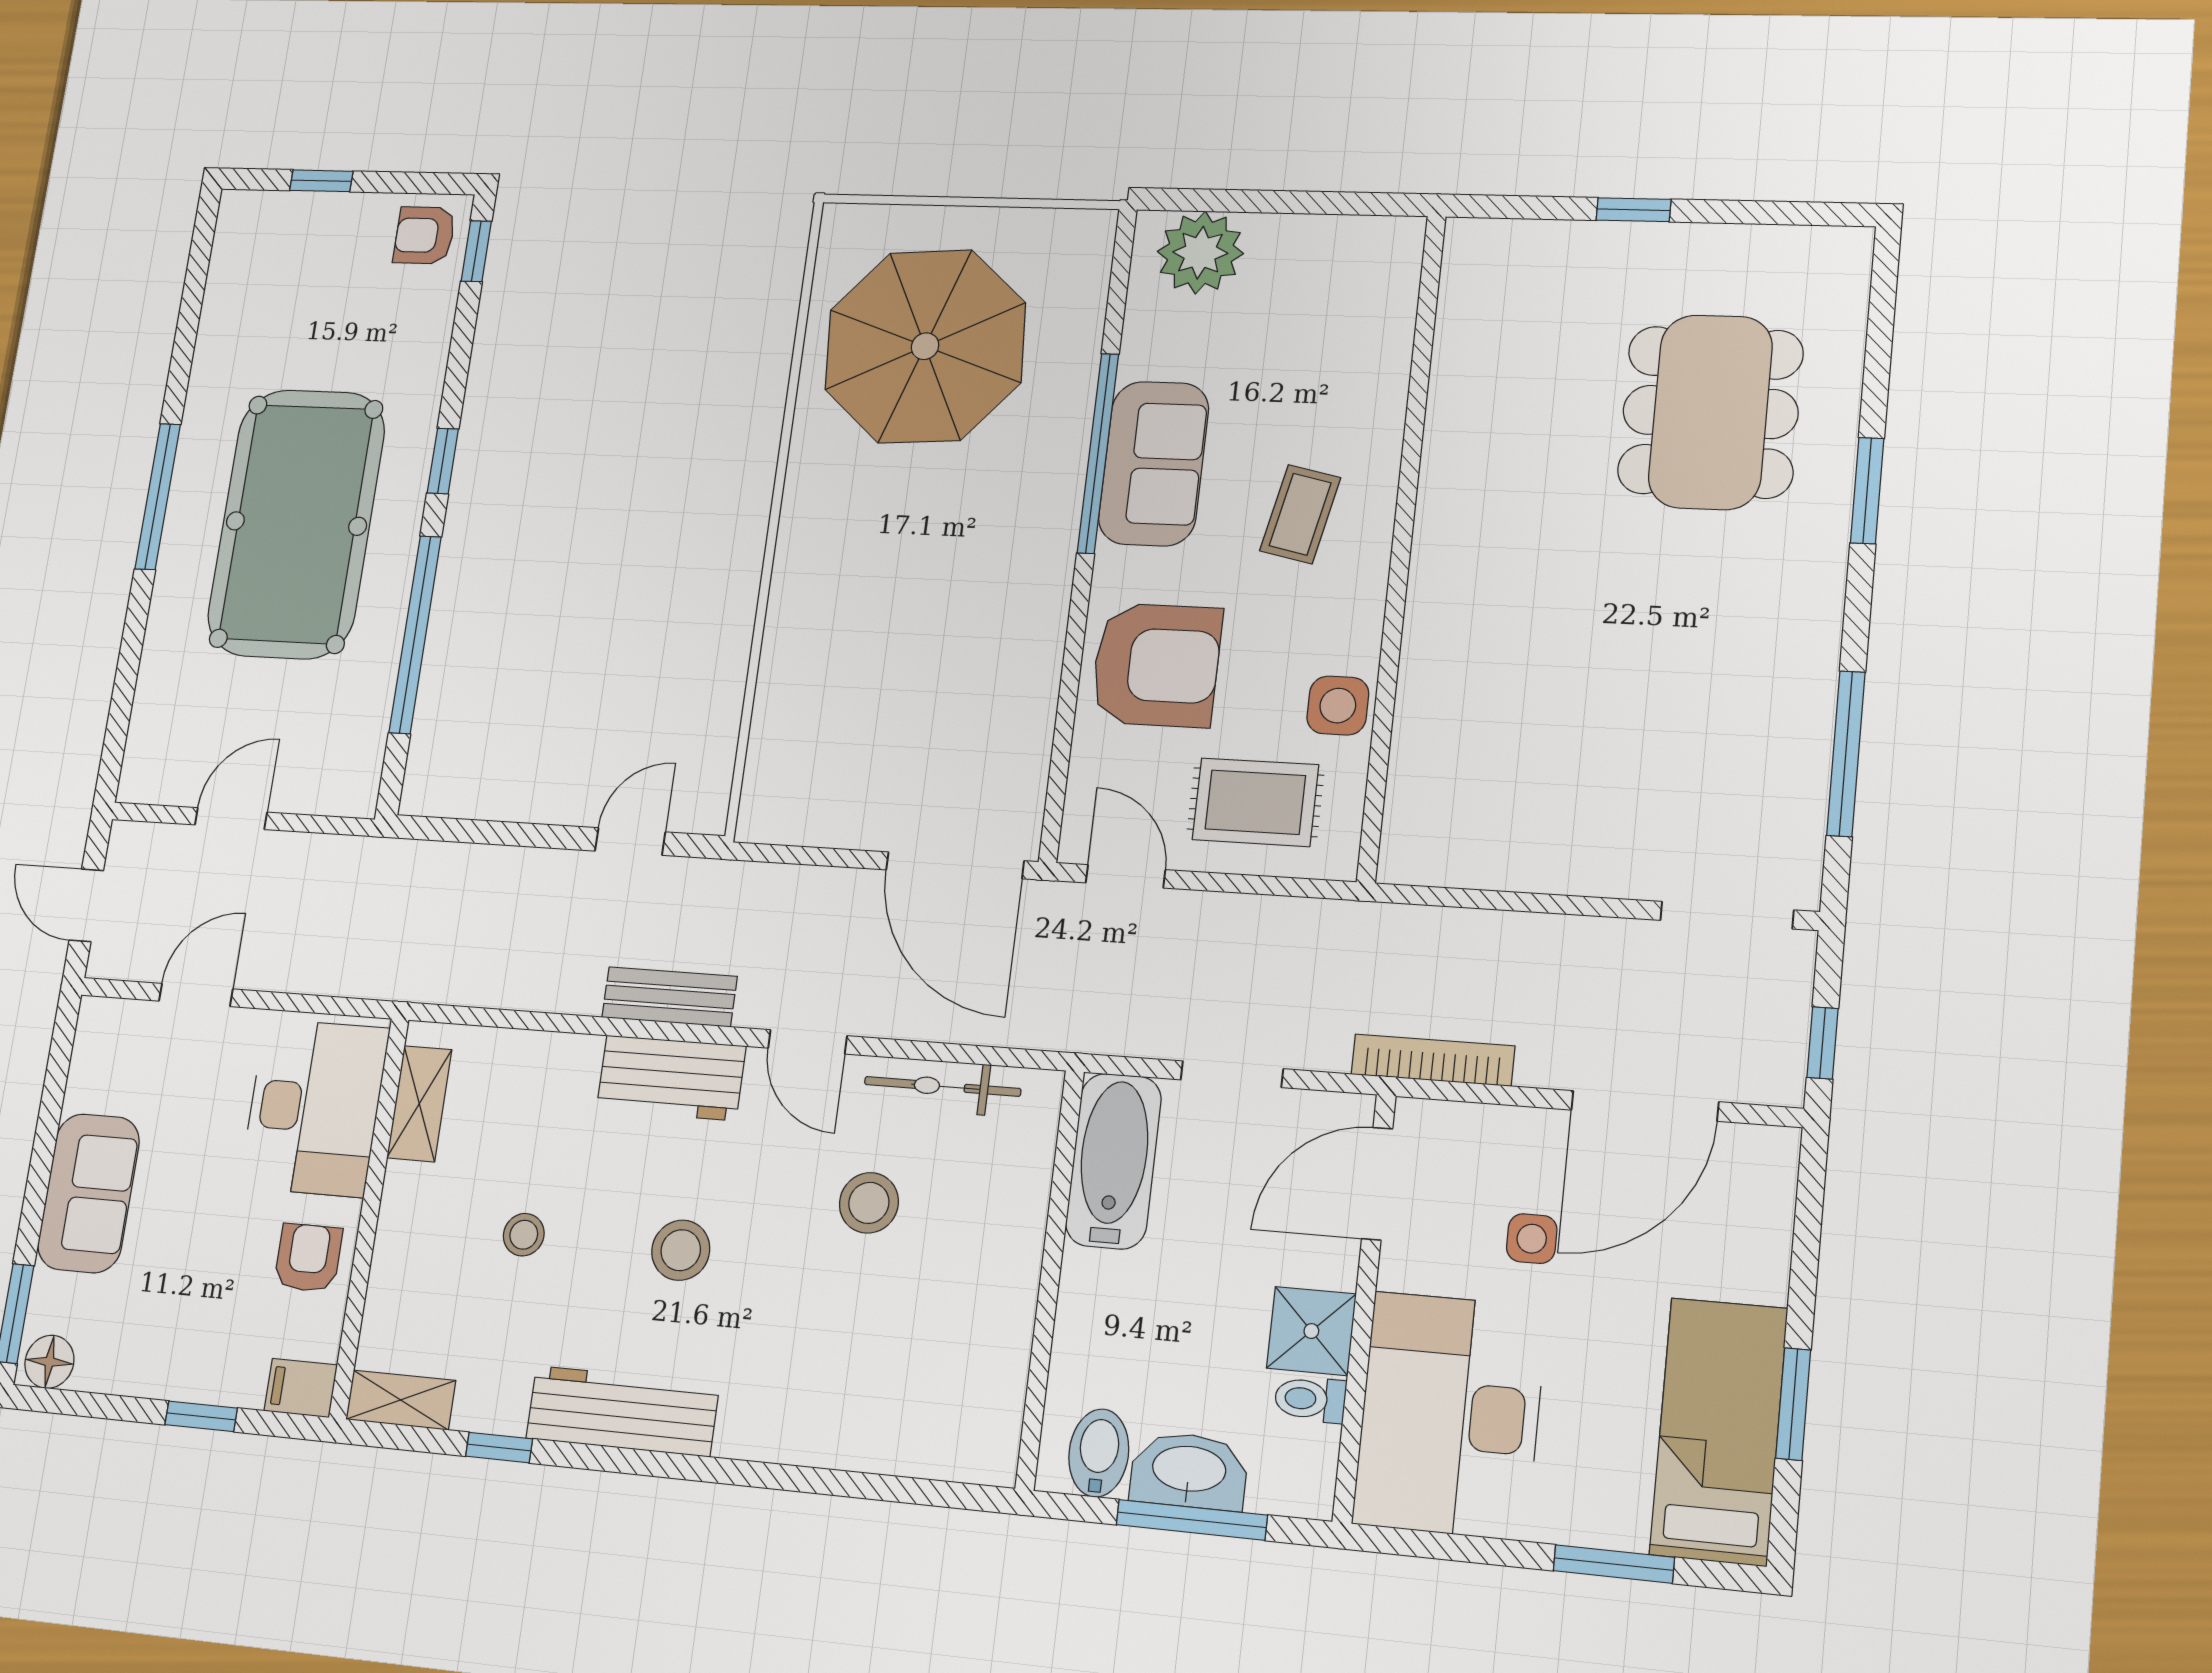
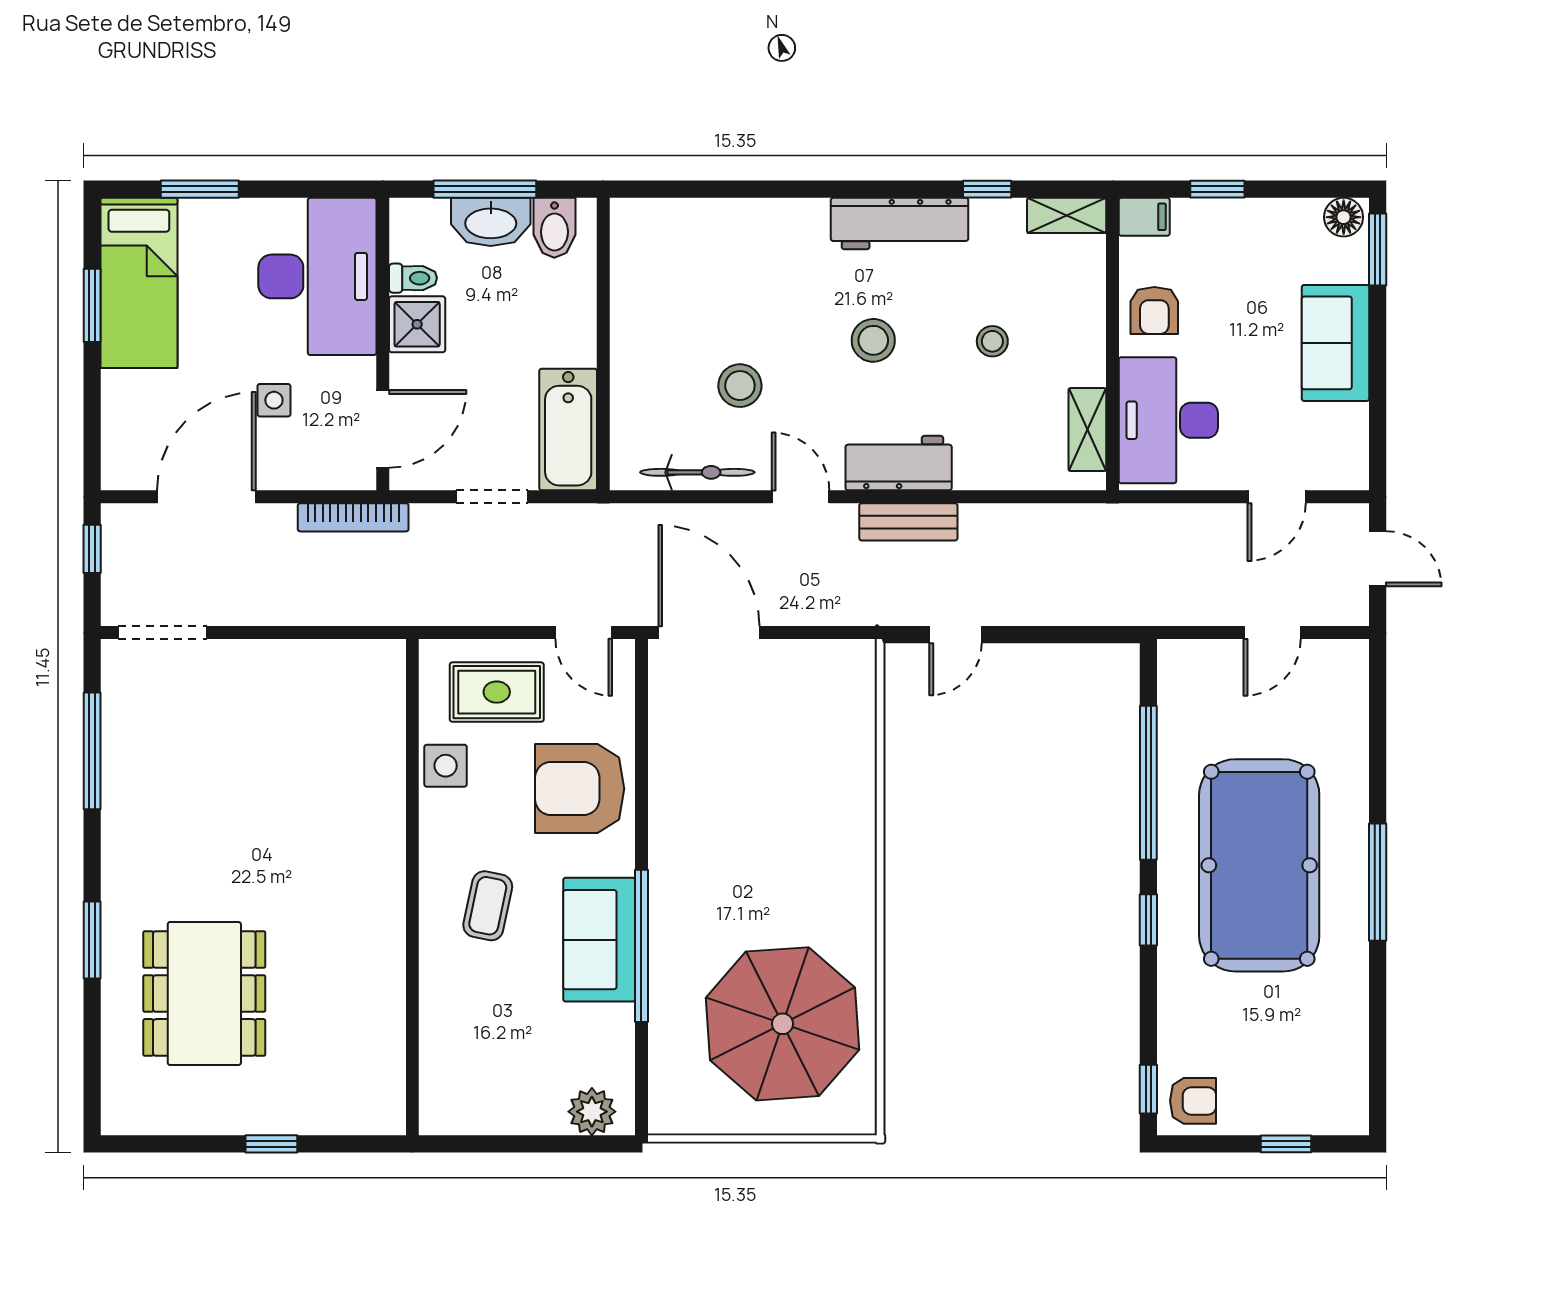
plant: (1200, 253) -> (592, 1112), width x0.73, depth x0.73

